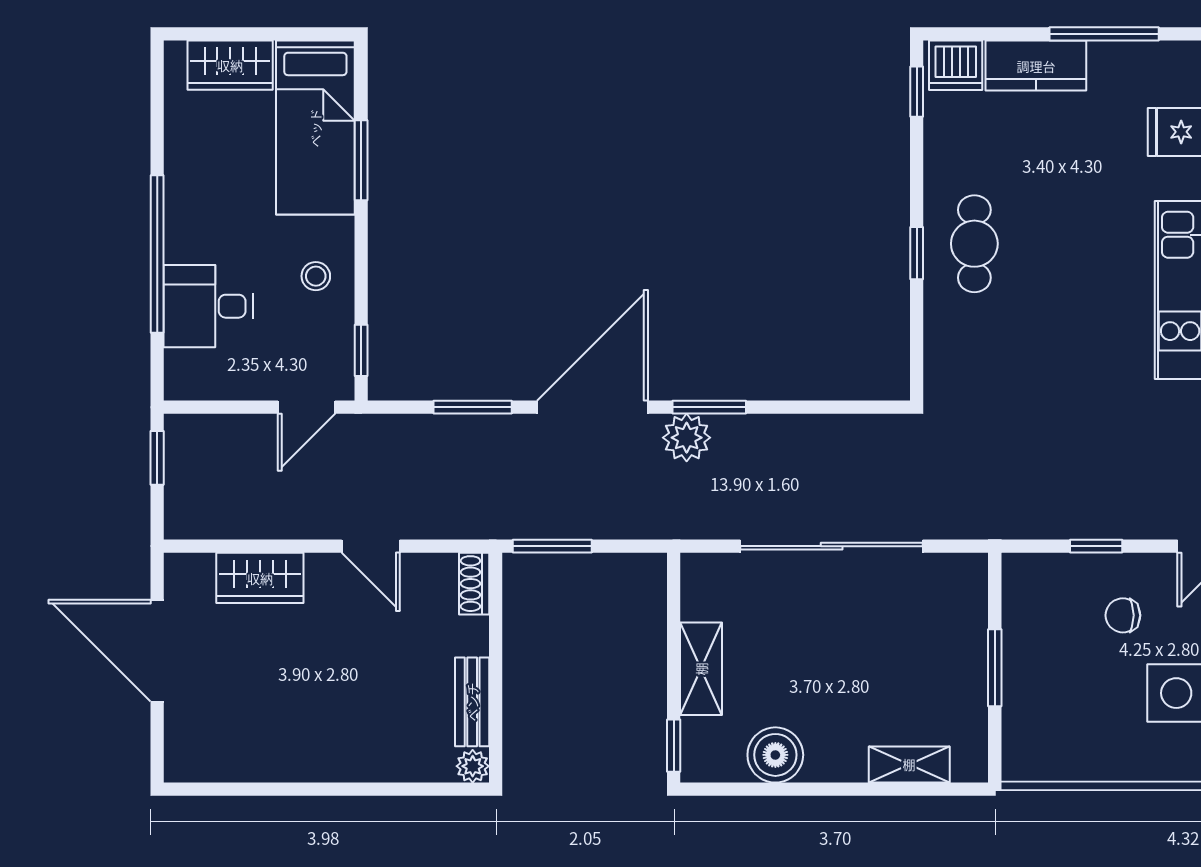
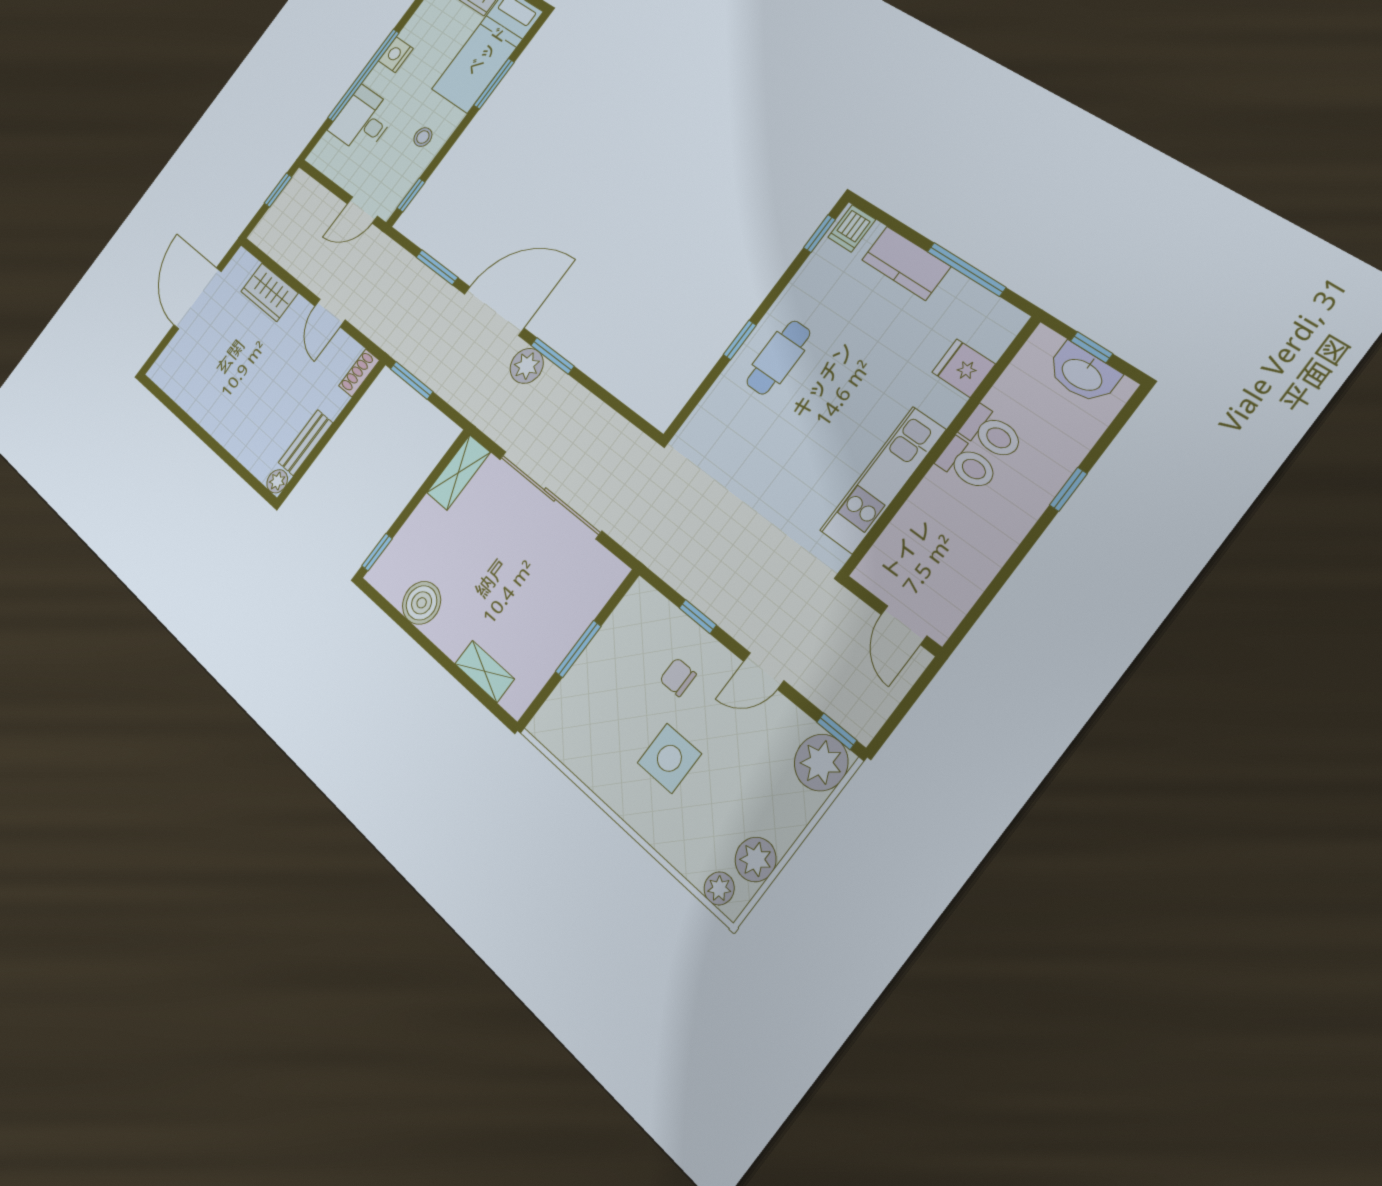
dishwasher: (956, 65) -> (852, 228), width x0.73
nightstand: (183, 203) -> (396, 55), added
shelving: (701, 669) -> (458, 472), moved

